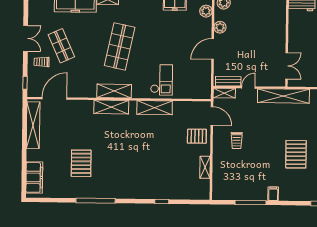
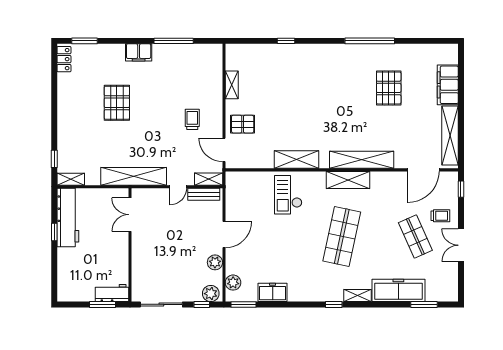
shelving: (111, 107) -> (362, 160), width x1.47
filing cabinet: (34, 177) -> (448, 85), moved
filing cabinet: (273, 194) -> (139, 52), width x2.00

